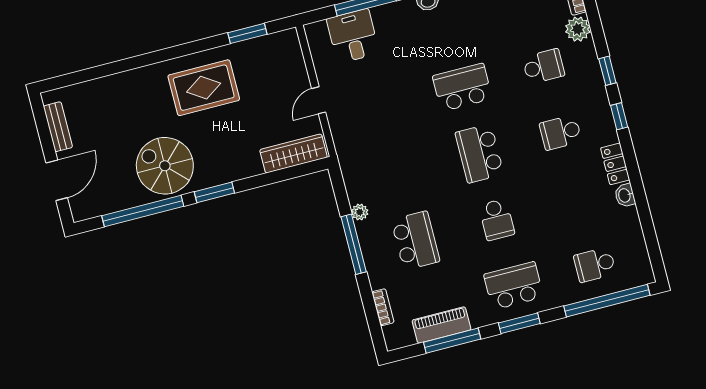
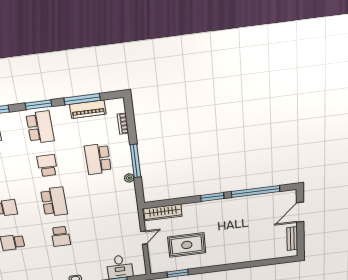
school desk: (462, 87) -> (61, 236), width x0.54
rug: (204, 88) -> (187, 245), moved
spiral stairs: (165, 166) -> (238, 213), removed
school desk: (514, 286) -> (40, 127), turned -90

